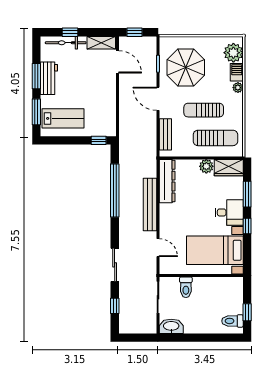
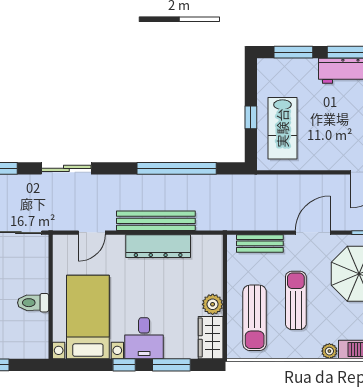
lab bench: (63, 118) -> (282, 128), moved
window: (99, 140) -> (251, 117), moved
dresser: (167, 181) -> (158, 246), moved
toilet: (186, 287) -> (33, 303), moved

